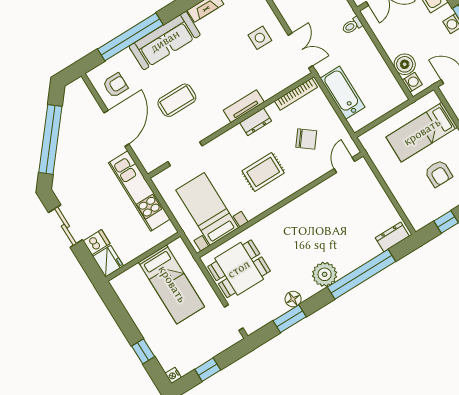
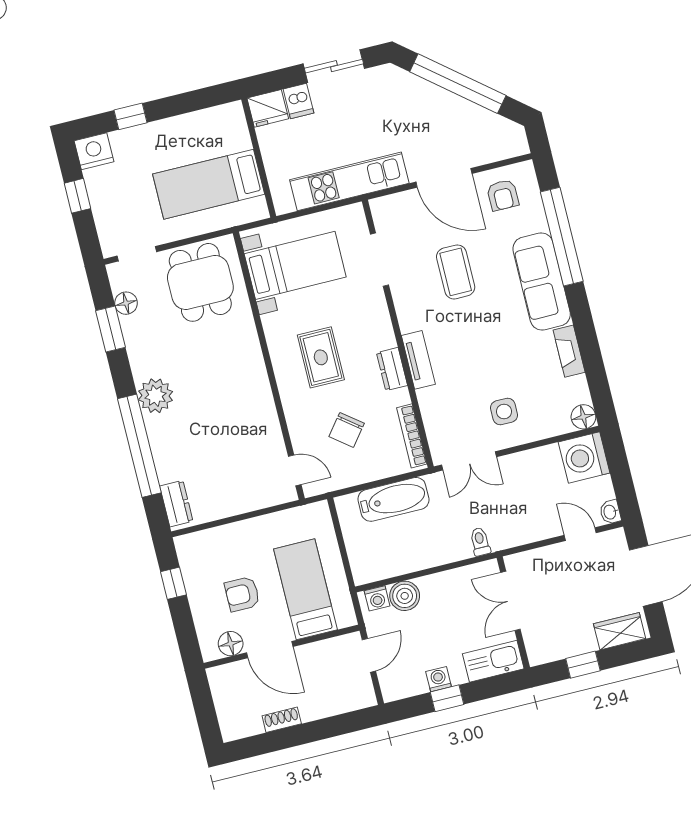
floor lamp: (293, 299) -> (126, 303), moved
nightstand: (173, 375) -> (94, 151), width x1.89, depth x1.79

